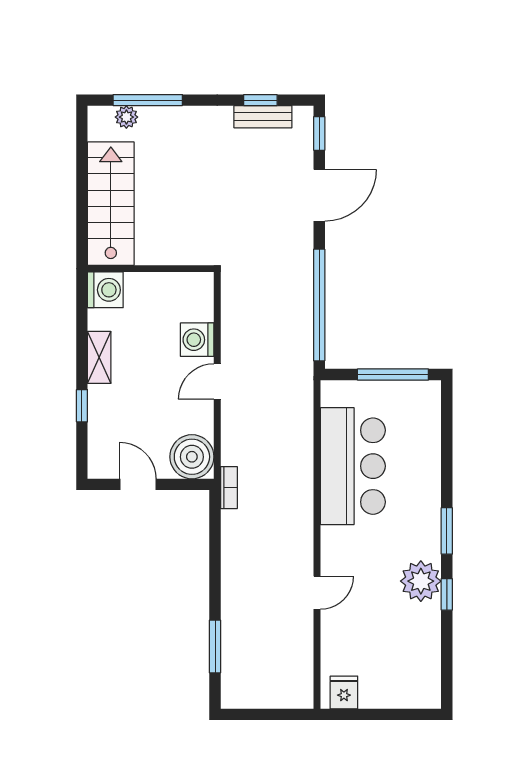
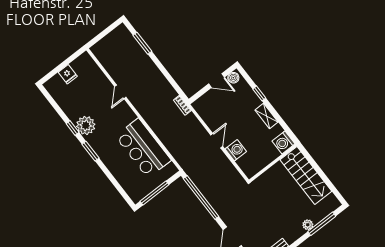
plant: (126, 117) -> (308, 225), moved
boiler: (192, 457) -> (233, 78), moved, width x0.54, depth x0.54
fridge: (344, 692) -> (68, 74), moved

